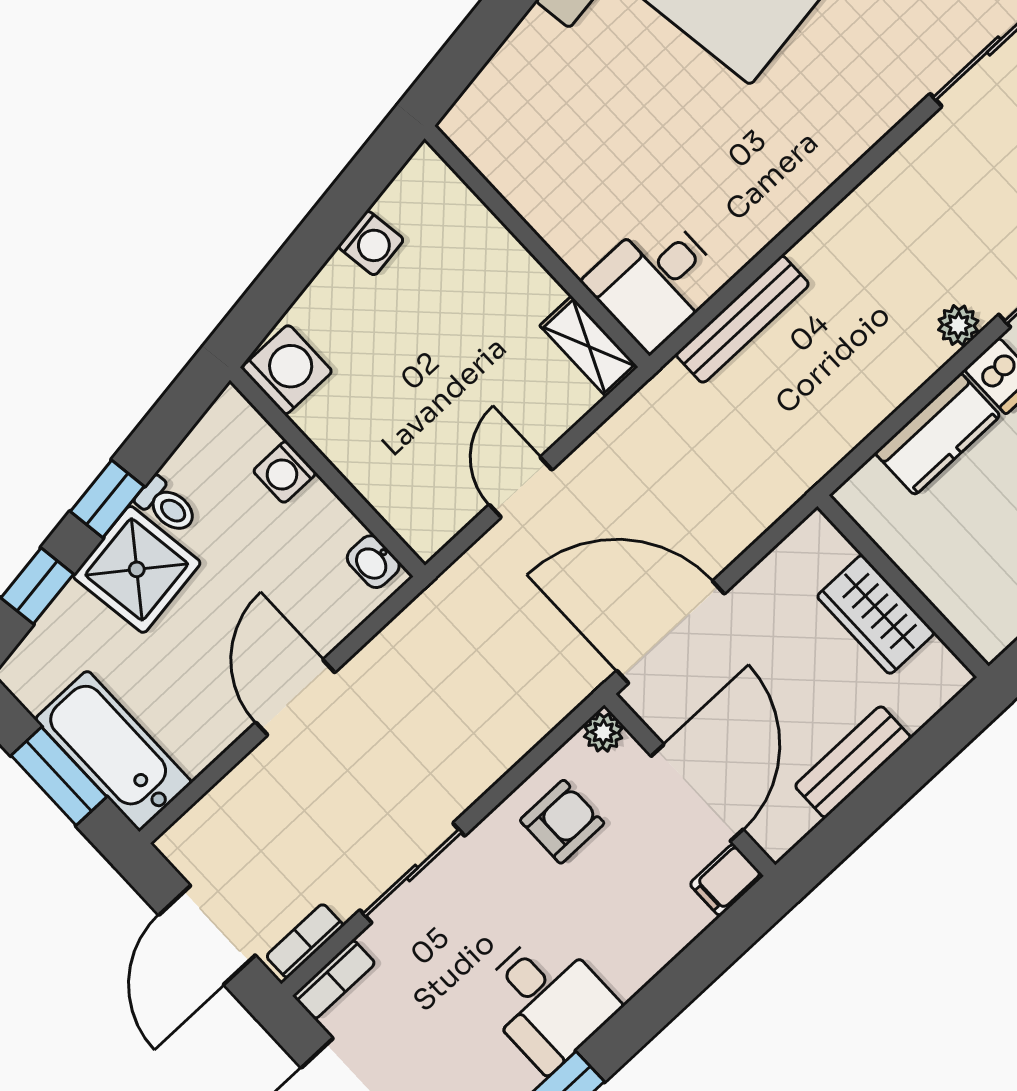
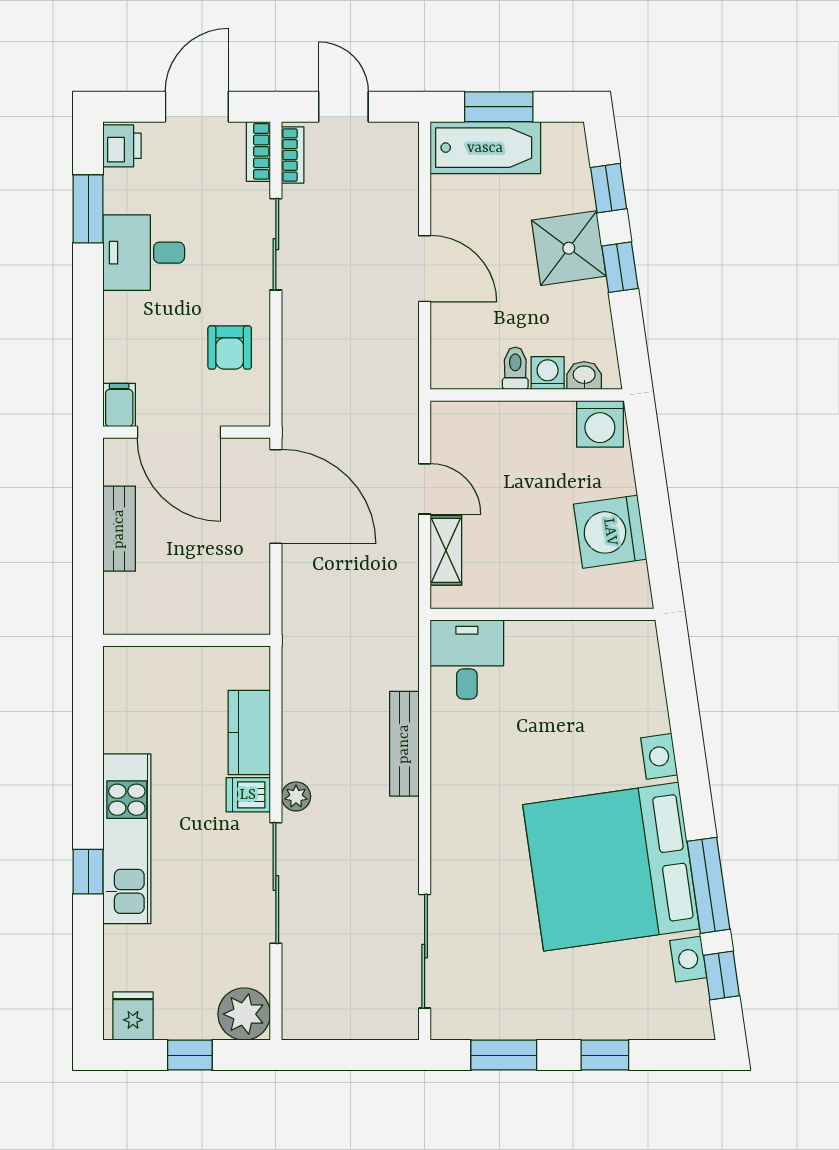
washing machine: (371, 243) -> (610, 532), width x1.89, depth x1.89
bench: (742, 319) -> (404, 744), moved
shelving: (589, 346) -> (446, 550), moved, turned 90
toilet: (167, 505) -> (515, 368), moved, turned 98
washbasin: (373, 562) -> (584, 375), moved
wardrobe: (876, 614) -> (185, 612), removed
door: (671, 632) -> (276, 497), hinge flipped
plant: (603, 732) -> (256, 413), removed
door: (207, 935) -> (343, 107), width x0.73

